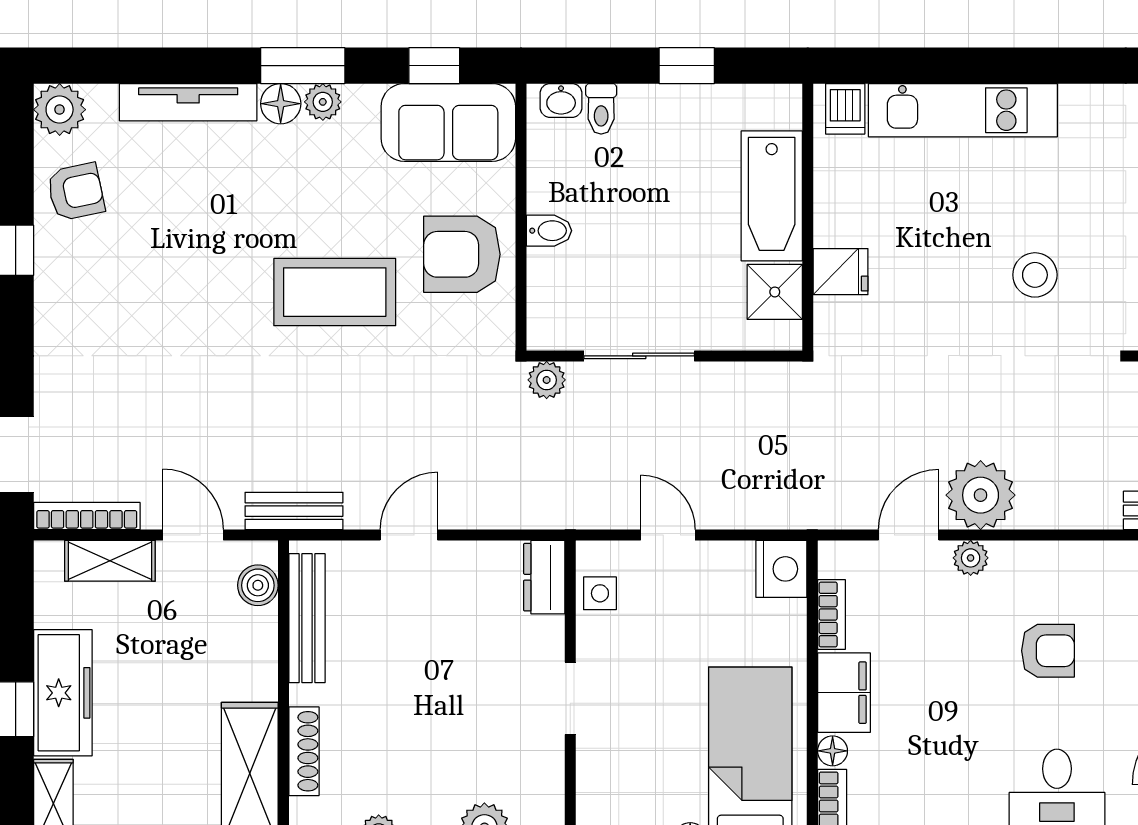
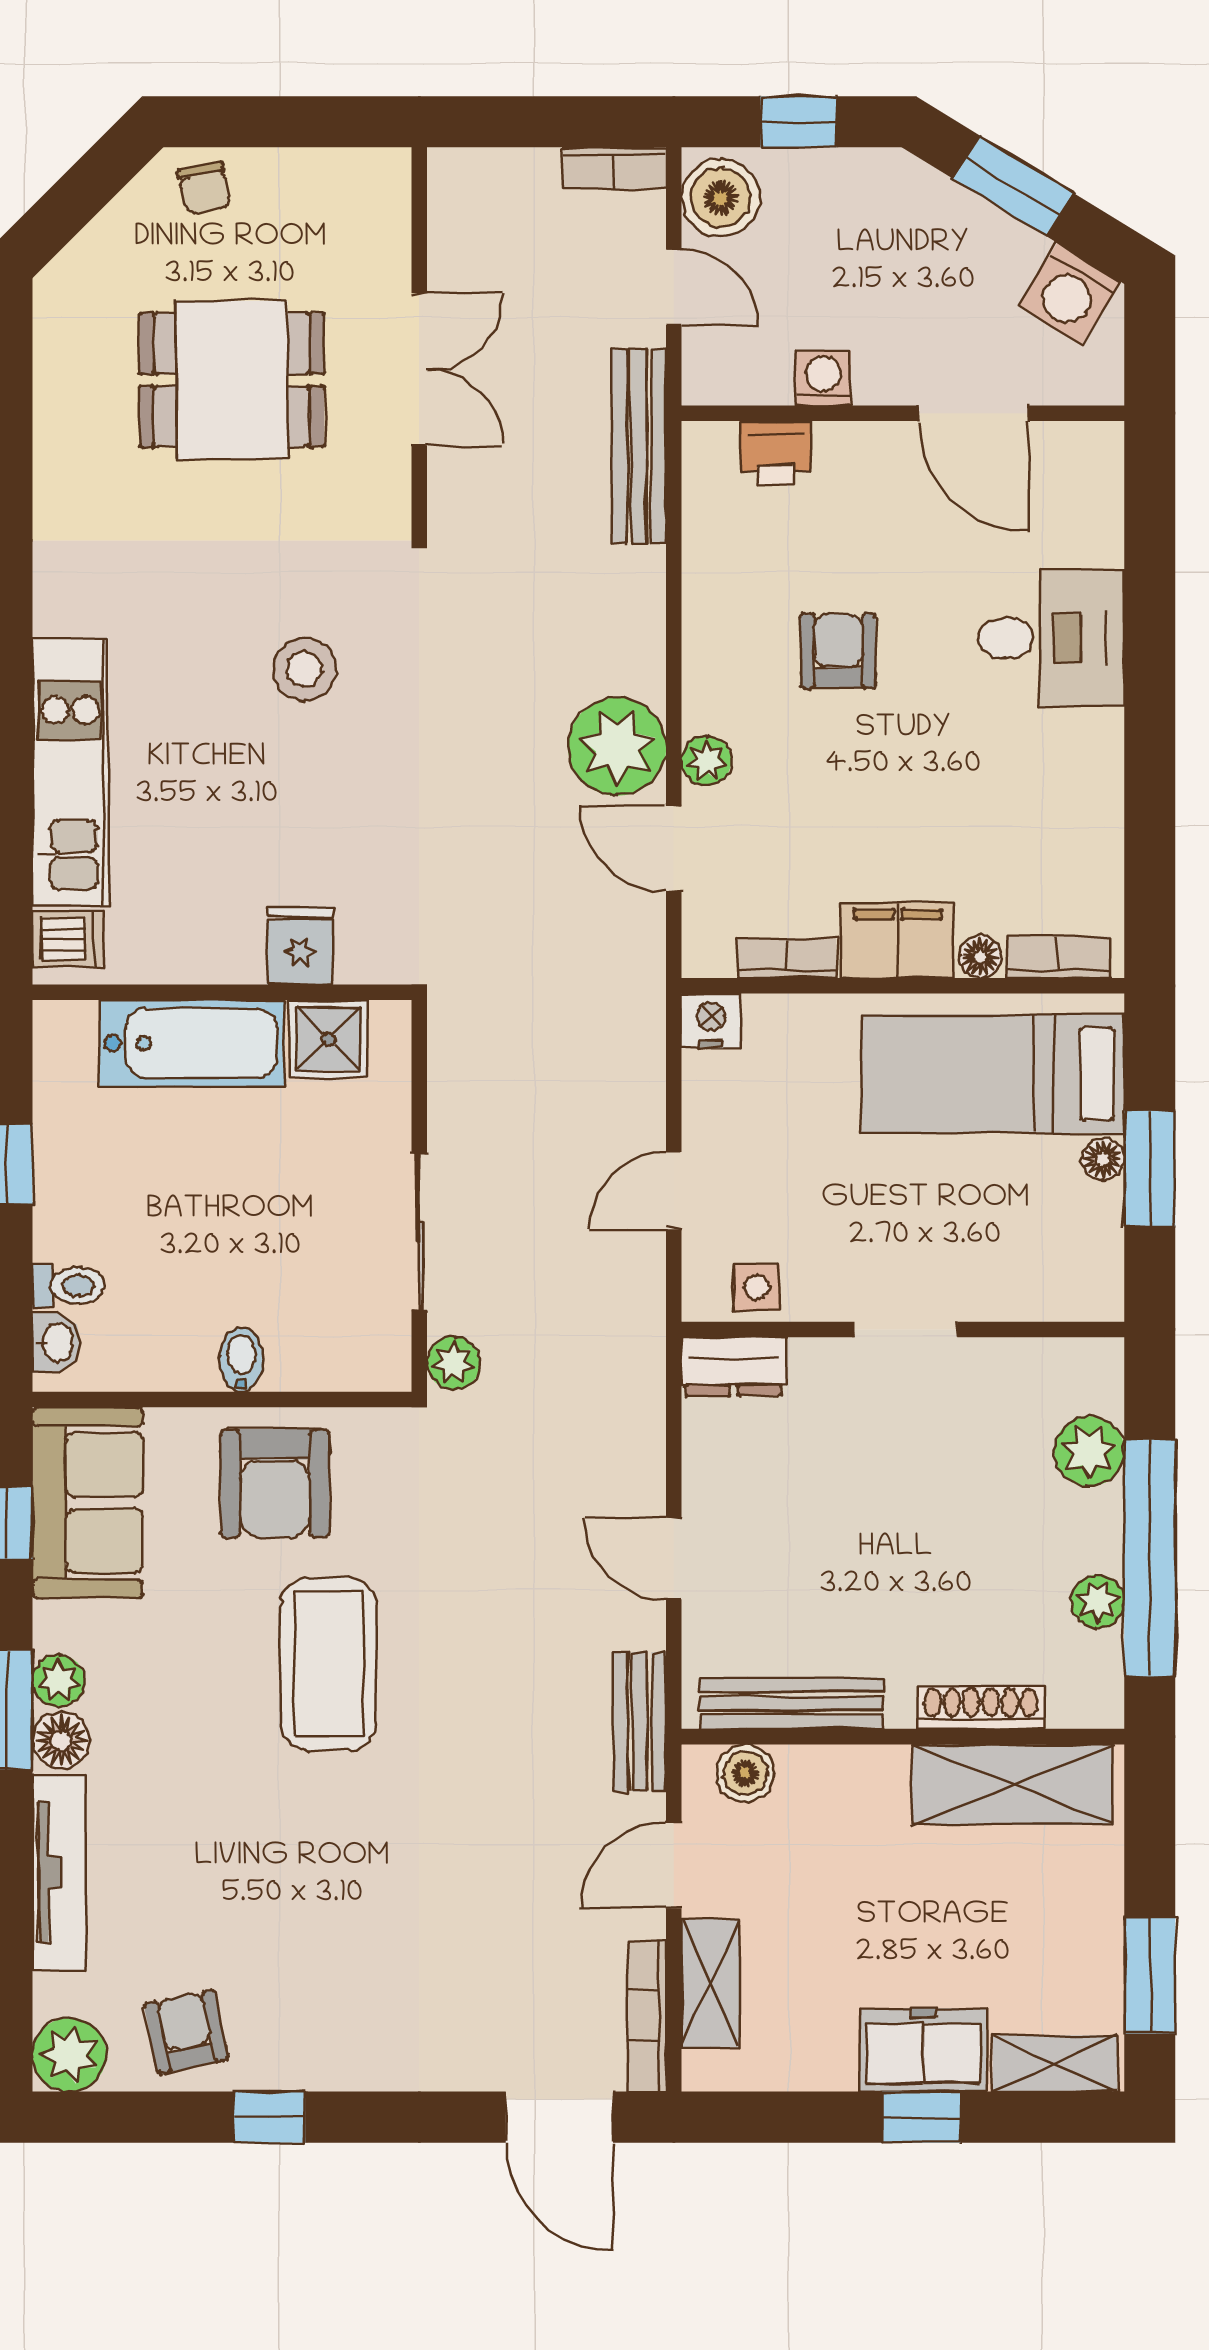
nightstand: (781, 569) -> (711, 1021), width x0.74, depth x0.75
freezer: (63, 693) -> (923, 2050), width x0.71

